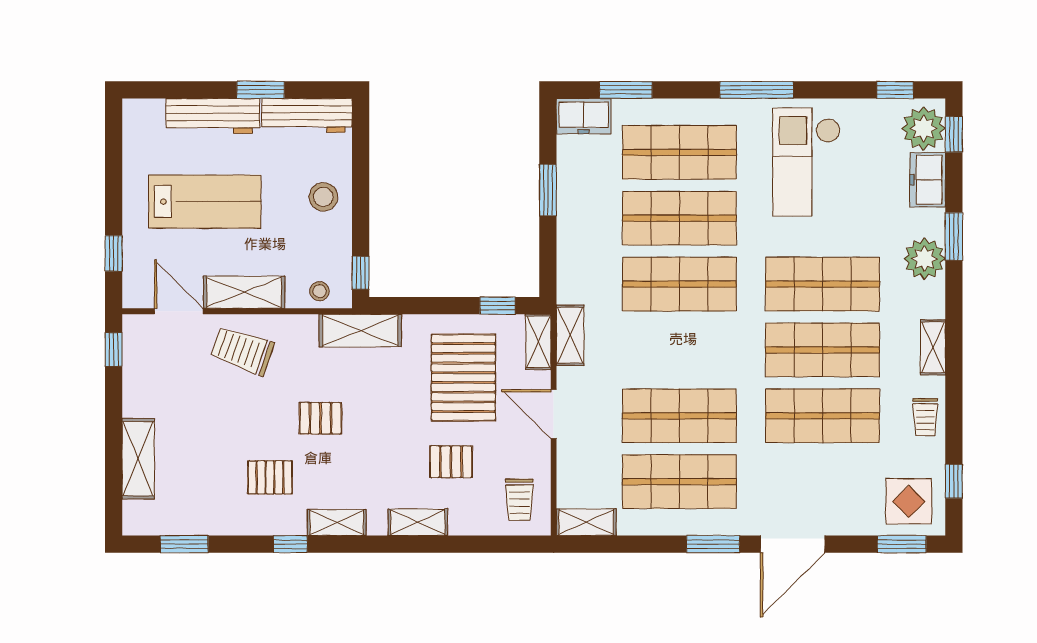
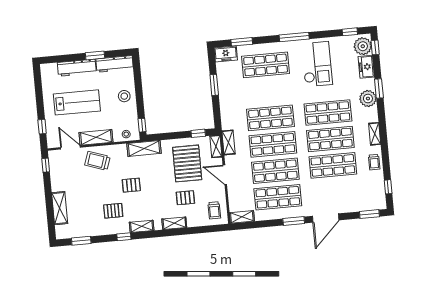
checkout: (806, 162) -> (317, 64), turned 180
shop shelf: (679, 218) -> (273, 144), moved
display table: (909, 501) -> (371, 197), removed

